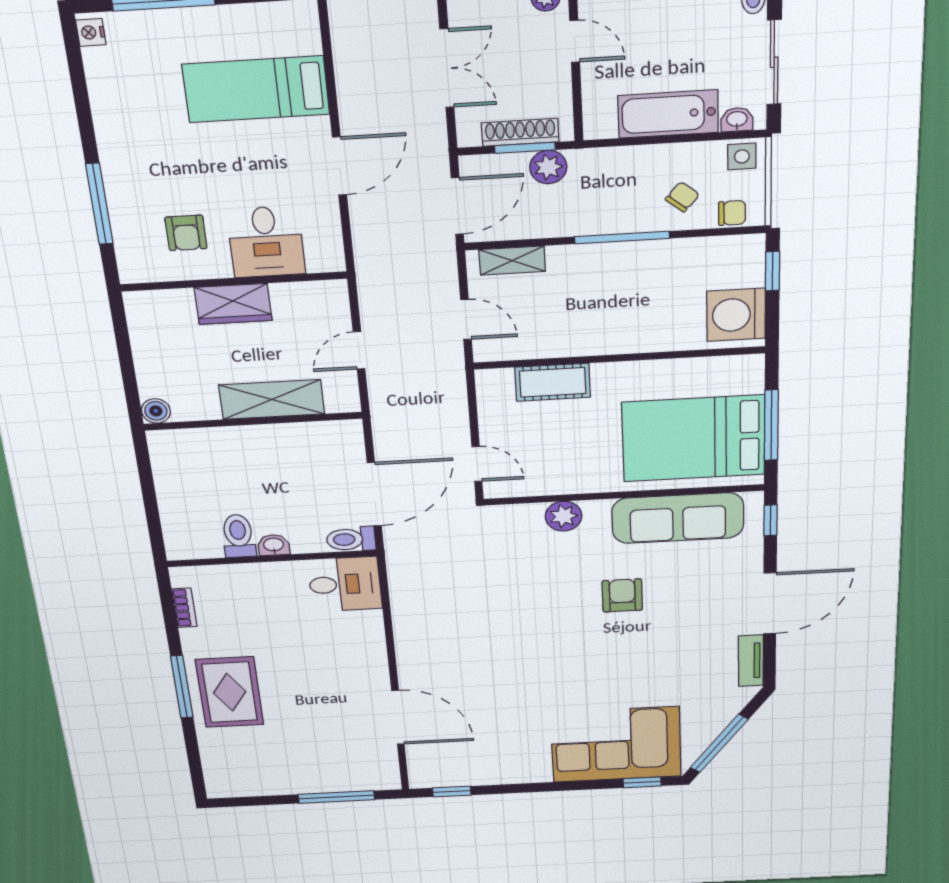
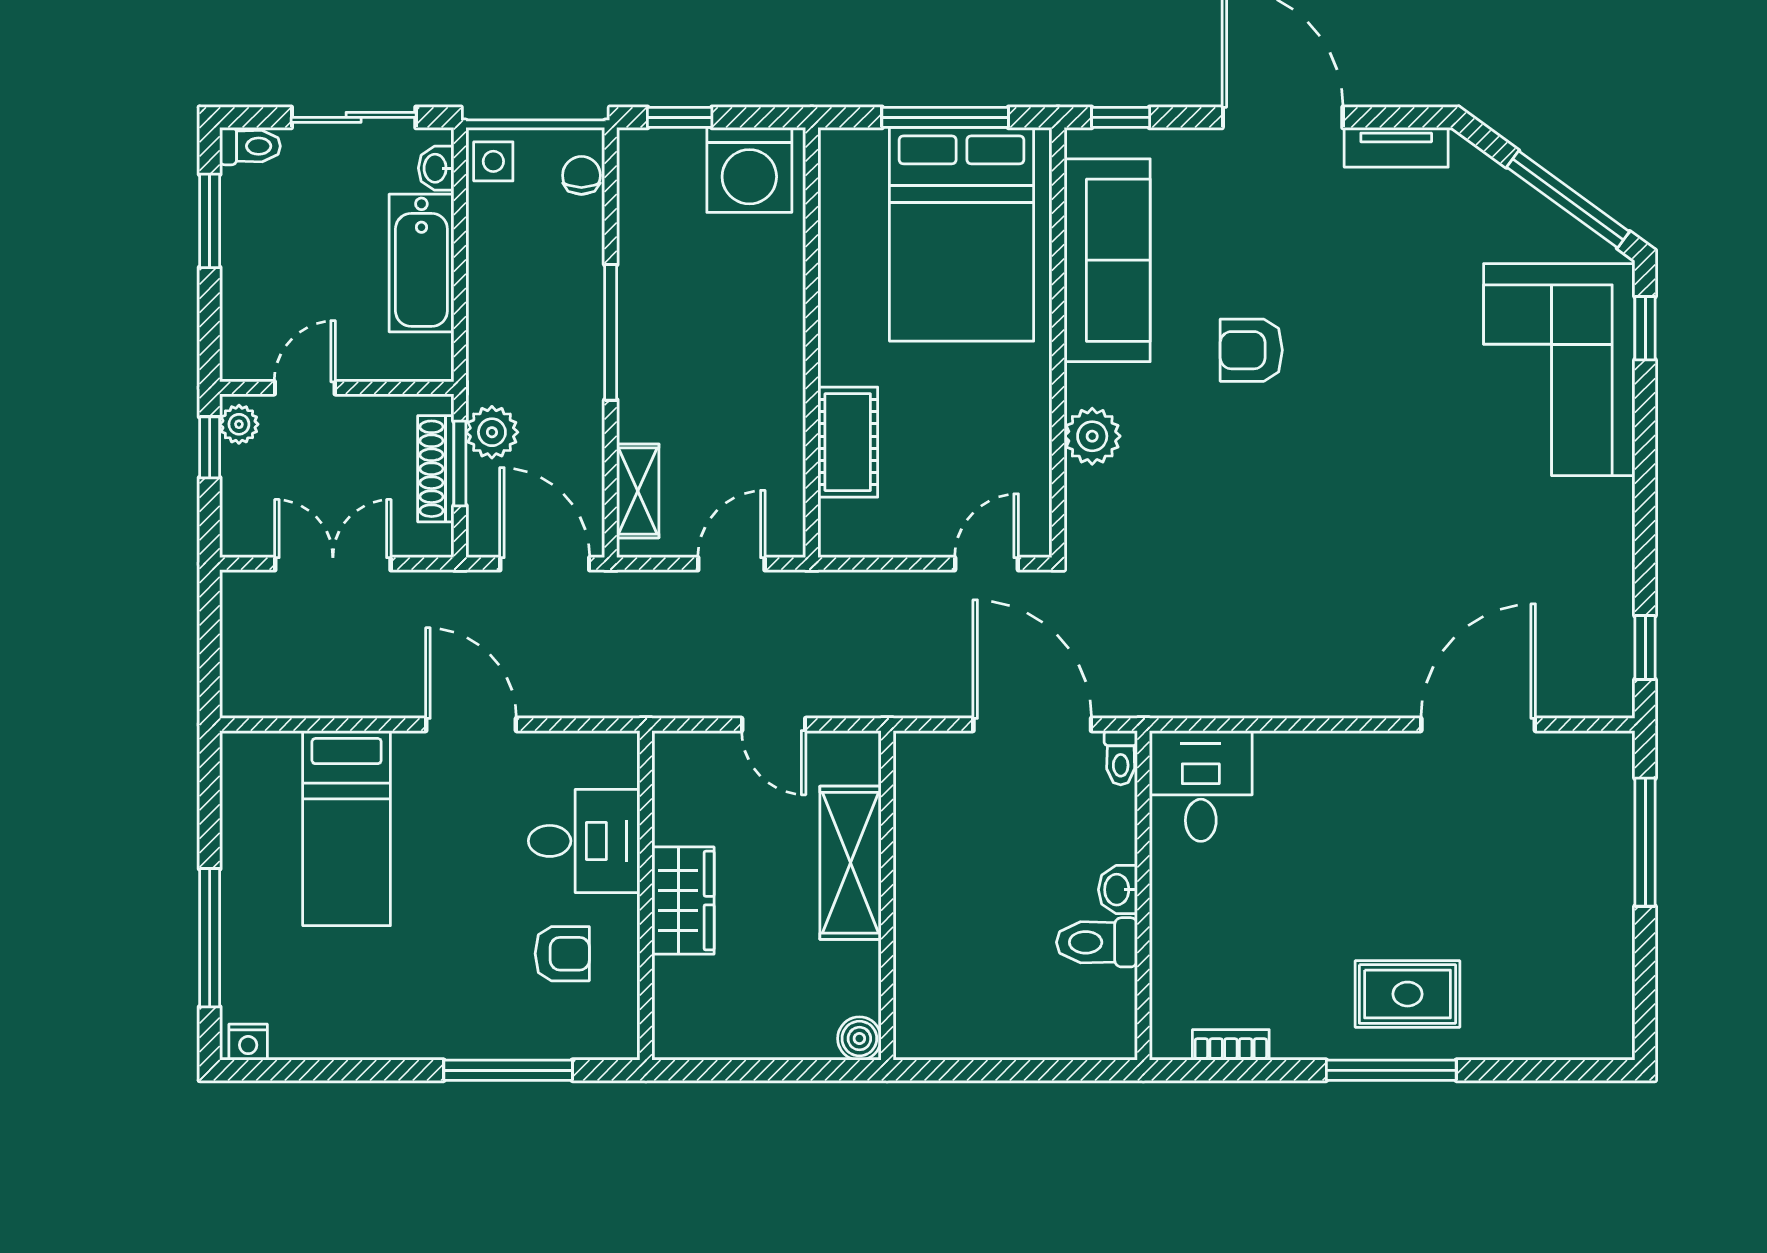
chair: (682, 197) -> (551, 245), removed
toilet: (351, 539) -> (1121, 758), width x0.73, depth x0.72
rug: (230, 692) -> (1407, 994), width x0.73, depth x0.70

